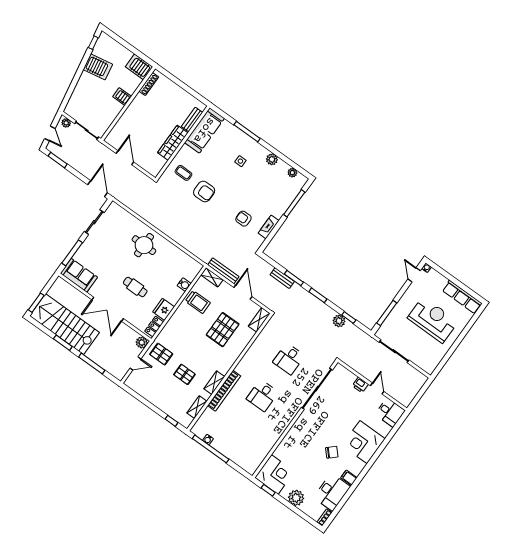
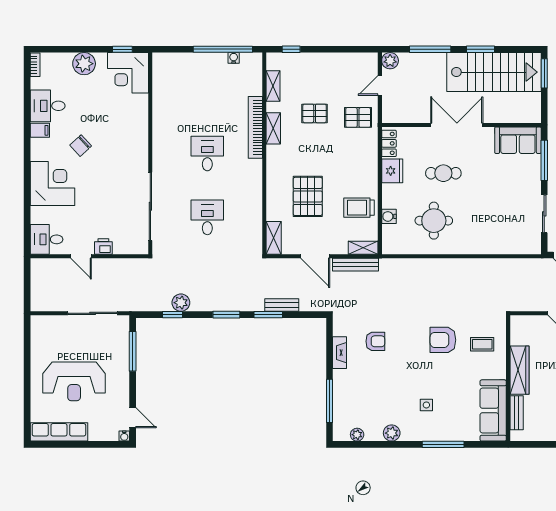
round table: (144, 245) -> (434, 221), moved
plant: (142, 342) -> (390, 61), moved
desk: (332, 492) -> (48, 106), width x0.73

